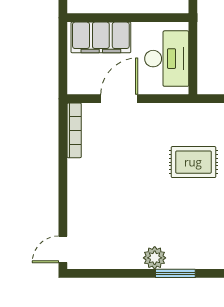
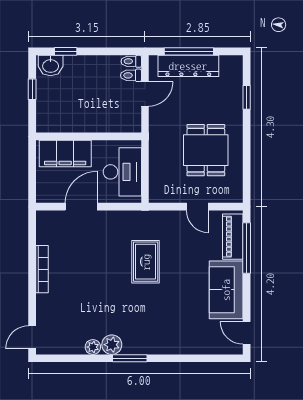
bookcase: (74, 130) -> (42, 269), moved
rug: (193, 162) -> (146, 262), turned 90
plant: (133, 260) -> (93, 347), added

